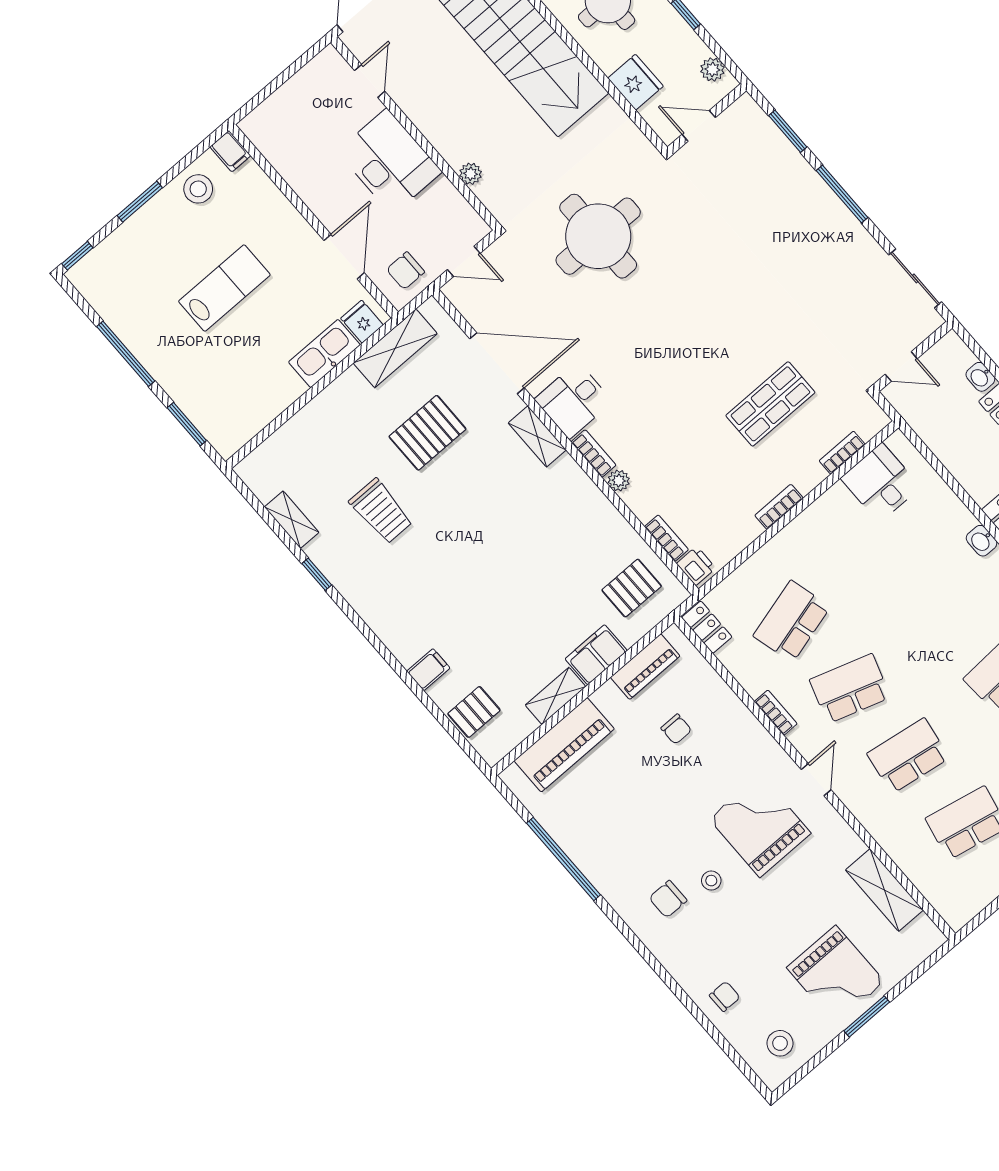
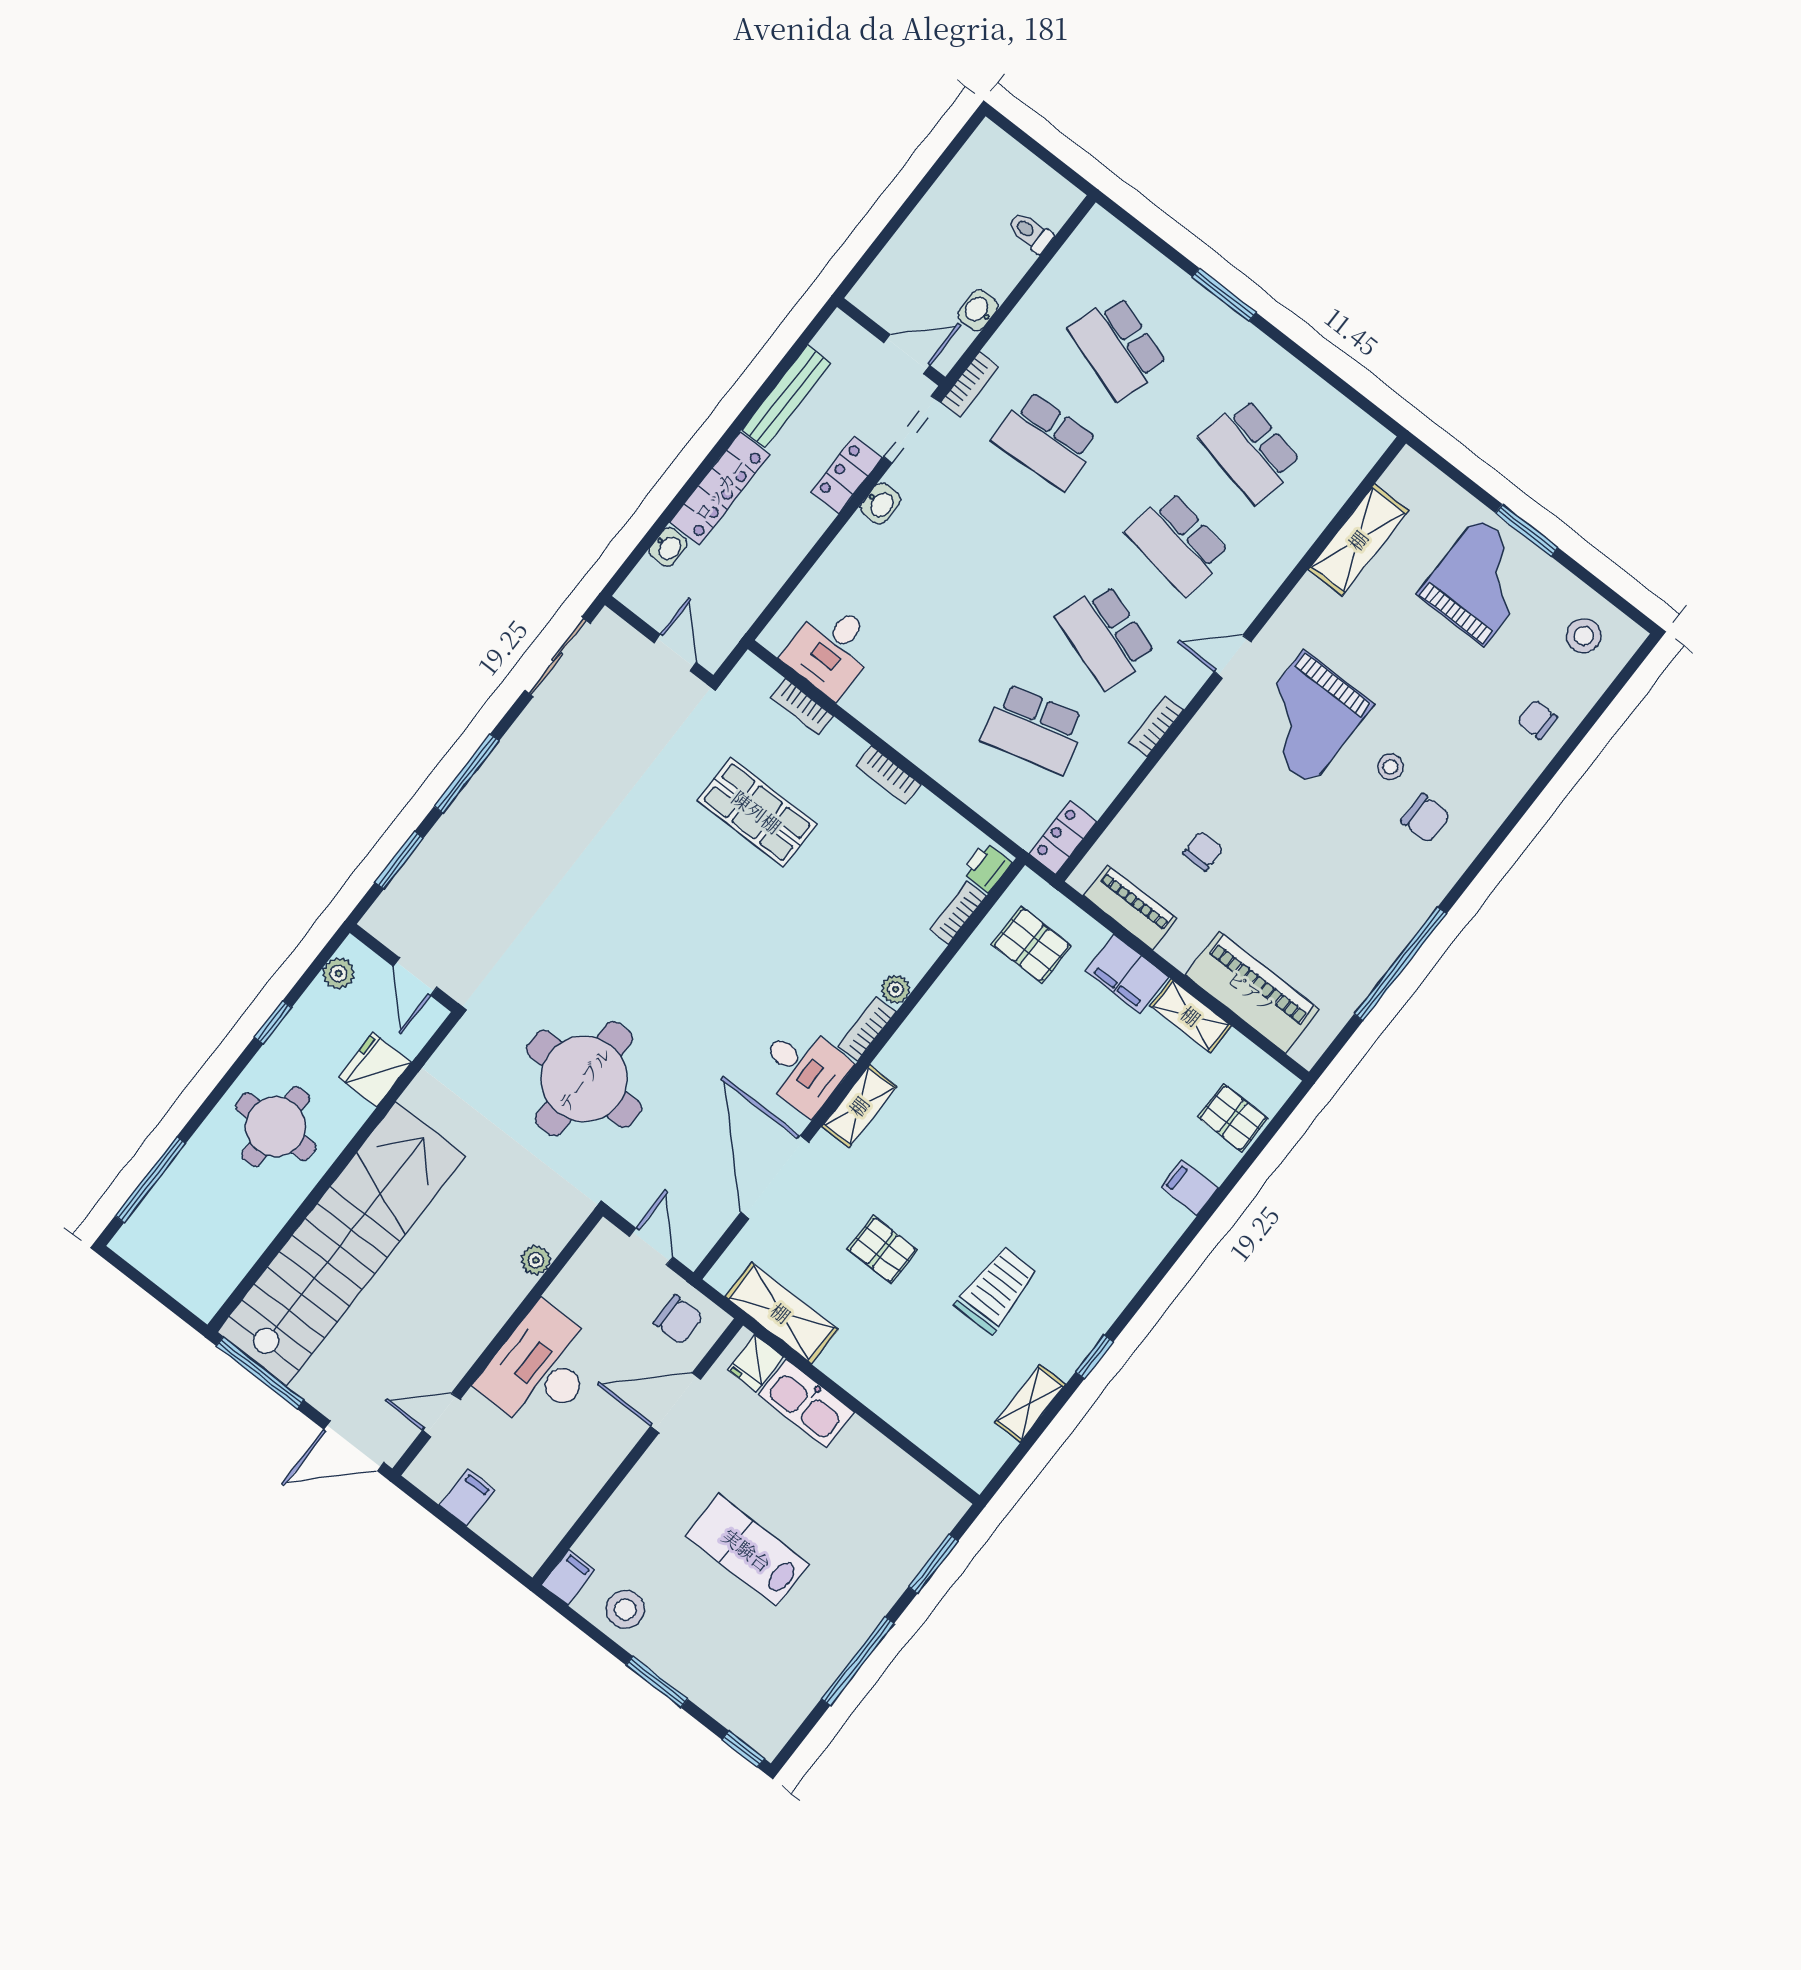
filing cabinet: (304, 88) -> (467, 1498), added
pallet: (427, 433) -> (883, 1250), width x0.67, depth x0.71

